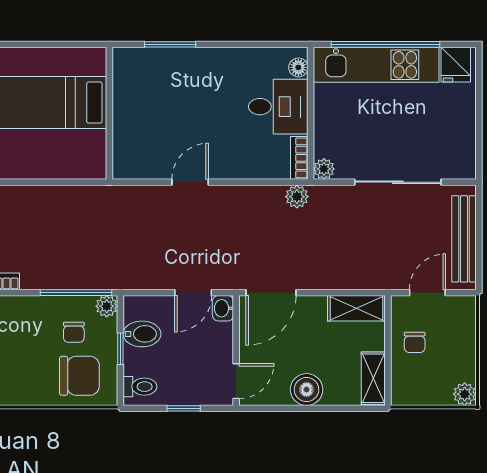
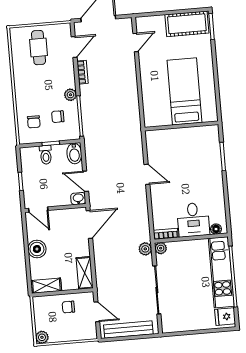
plant: (297, 197) -> (145, 249), moved
door: (271, 293) -> (89, 225), swing flipped
plant: (107, 306) -> (70, 95), moved
bidet: (142, 334) -> (74, 153), moved
chair: (79, 376) -> (34, 122), width x0.54, depth x0.54
toilet: (140, 387) -> (46, 155), moved

